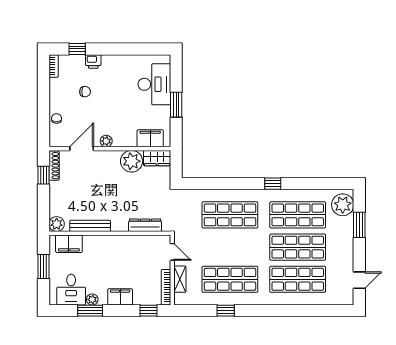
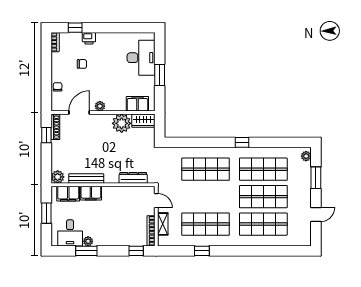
plant: (343, 205) -> (306, 156), width x0.53, depth x0.53
door: (359, 280) -> (316, 214), moved
filing cabinet: (120, 297) -> (91, 193), moved, turned 180

